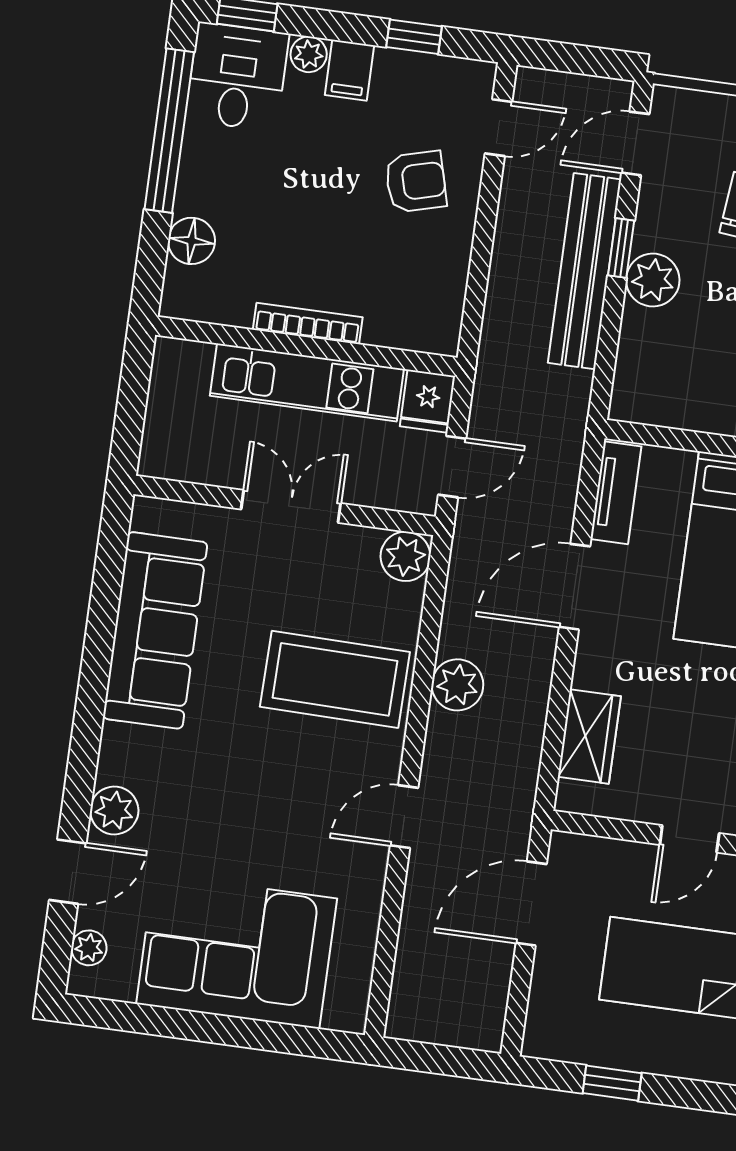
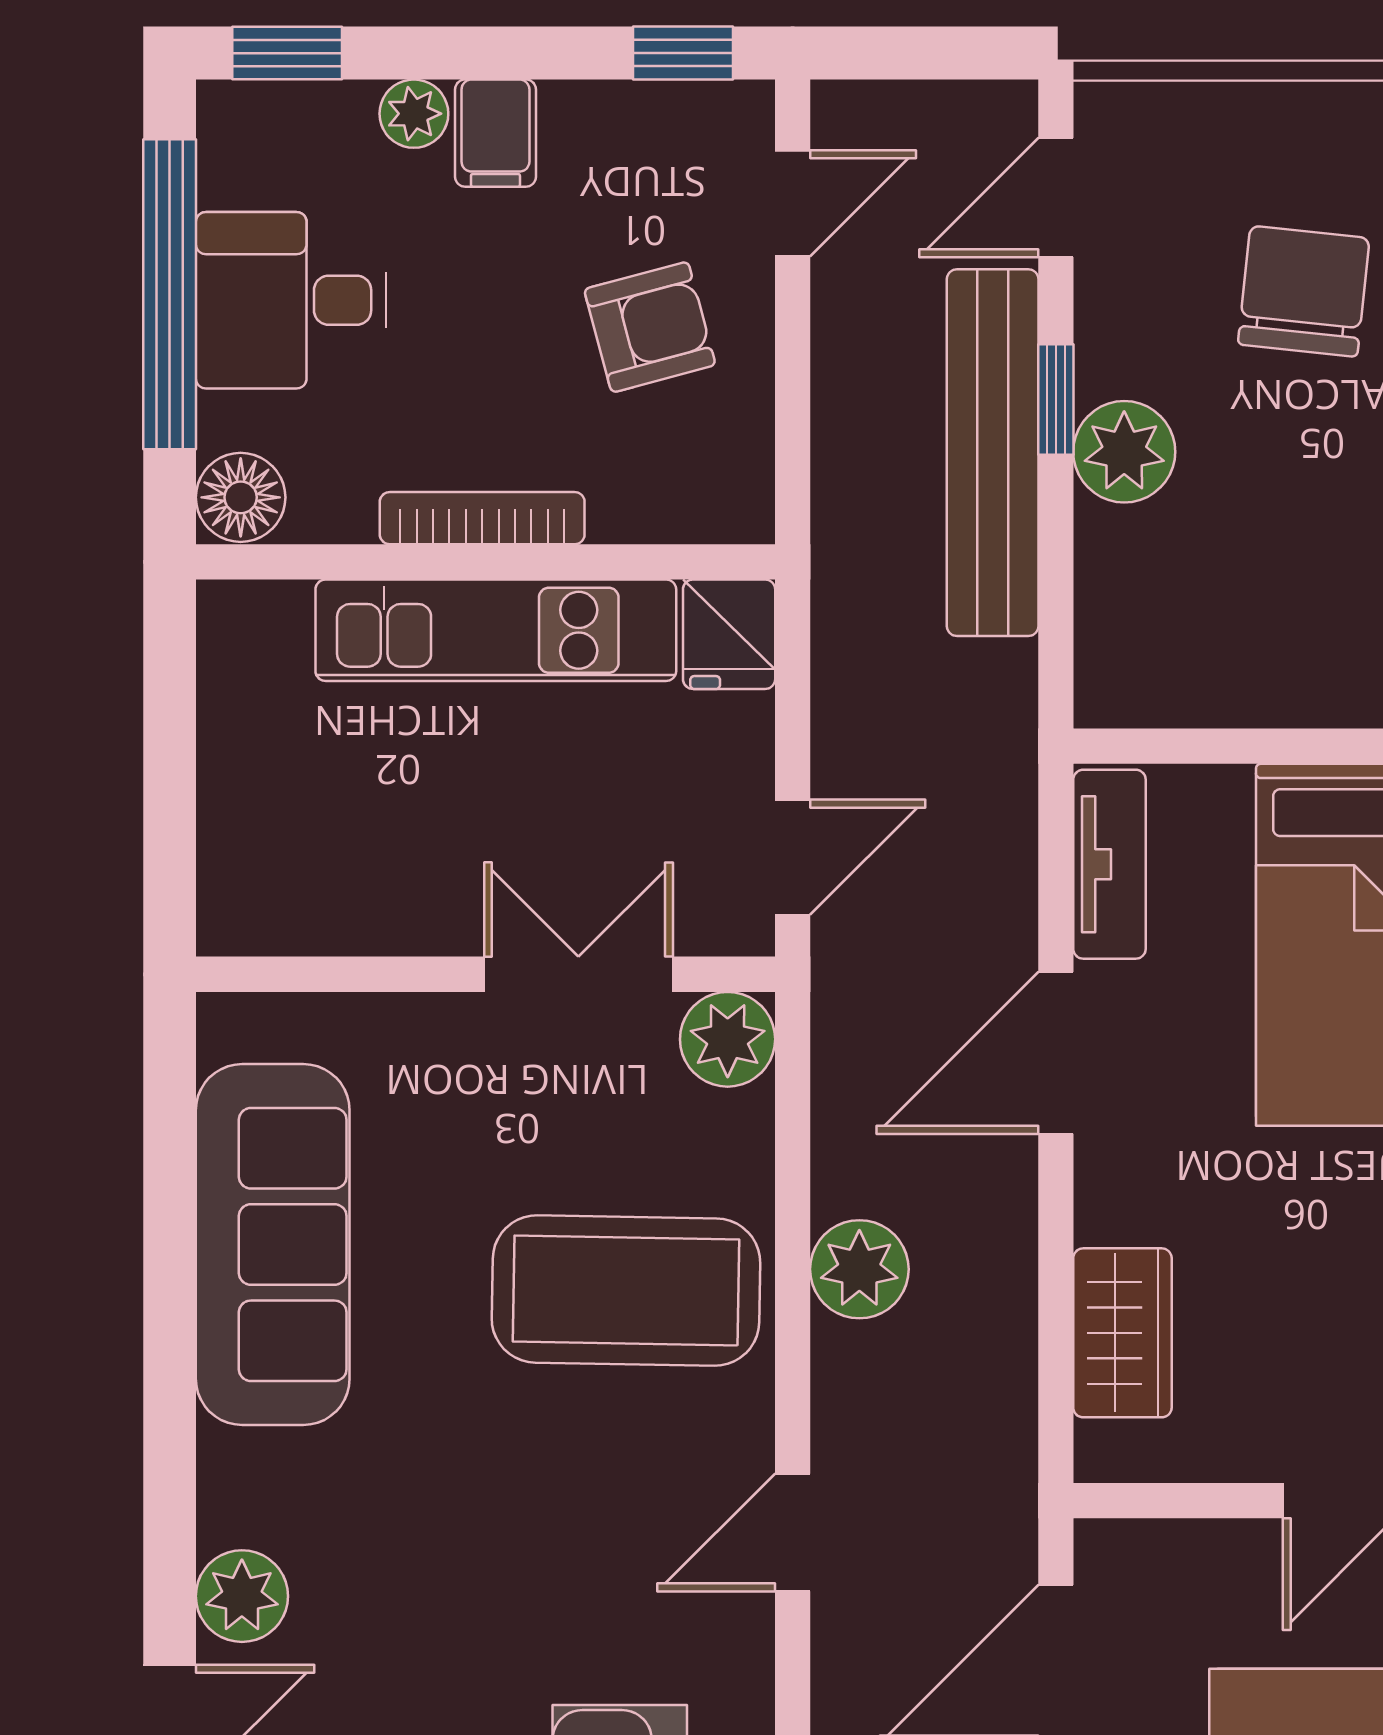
window: (414, 37) -> (683, 53), moved
desk: (237, 77) -> (291, 300), moved, turned -90
bookcase: (308, 323) -> (482, 518), moved
wall: (306, 346) -> (486, 562), moved
kitchen unit: (307, 382) -> (496, 630), moved
fridge: (428, 401) -> (729, 634), moved
double door: (291, 506) -> (578, 974), moved

